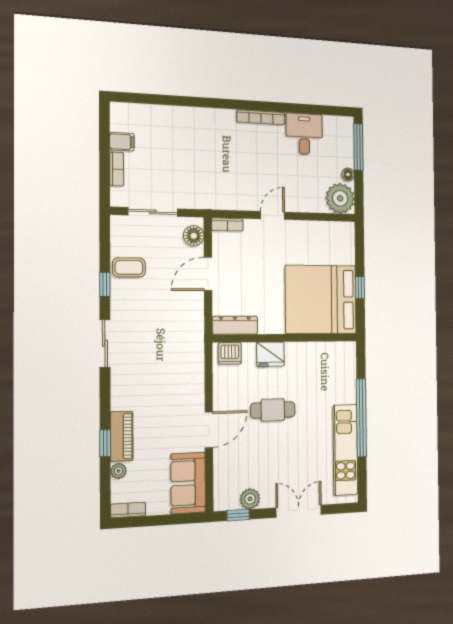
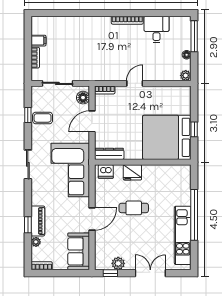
plant: (340, 198) -> (186, 75), width x0.53, depth x0.53
window: (105, 284) -> (28, 115), moved
corner sofa: (174, 352) -> (70, 170), added

